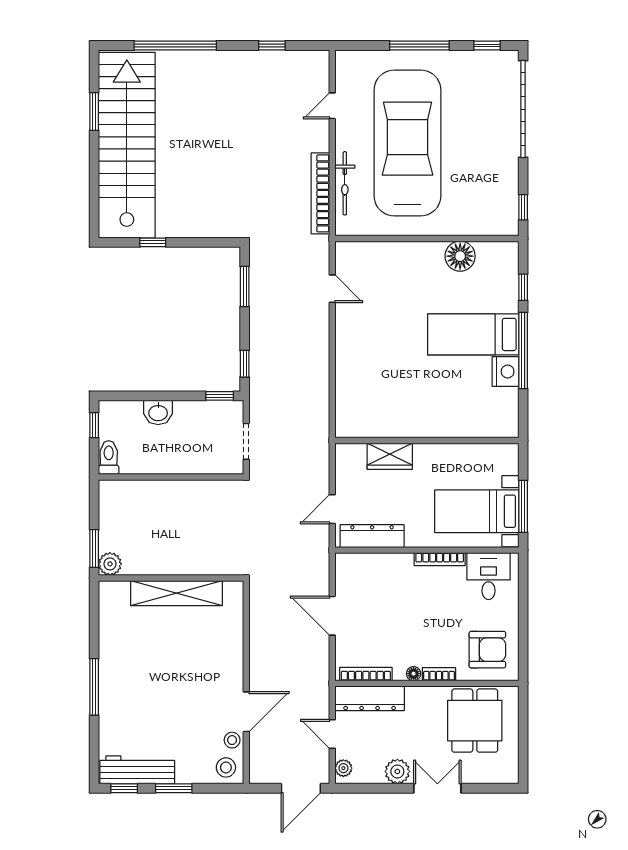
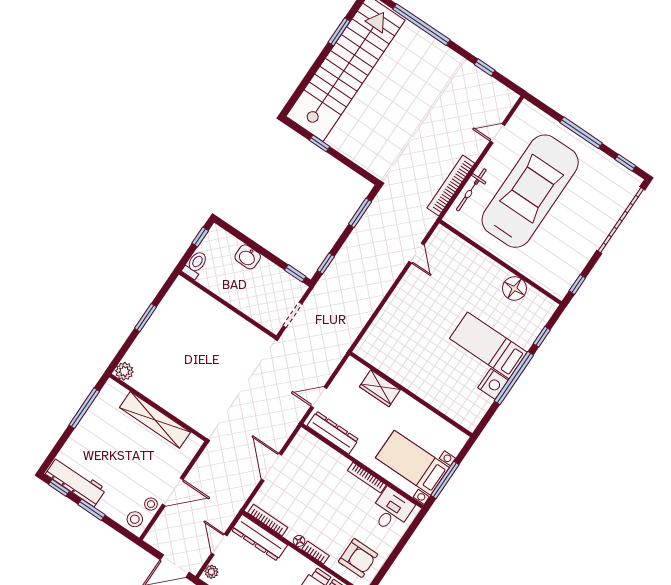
plant: (110, 564) -> (124, 371), moved
wall: (171, 578) -> (158, 408), moved
shelving: (177, 593) -> (155, 420), moved

